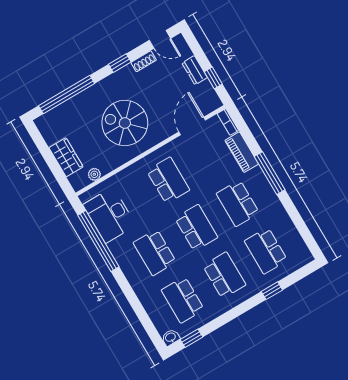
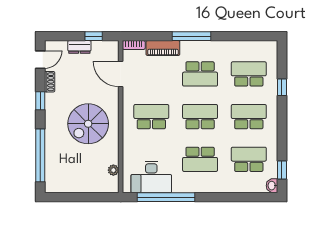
wardrobe: (66, 157) -> (88, 184), removed
school desk: (266, 251) -> (249, 74), turned 180
school desk: (183, 300) -> (249, 159), turned 180

